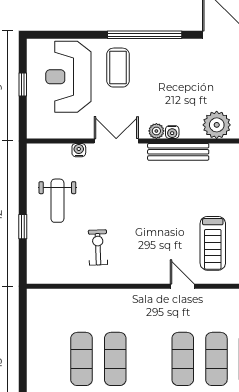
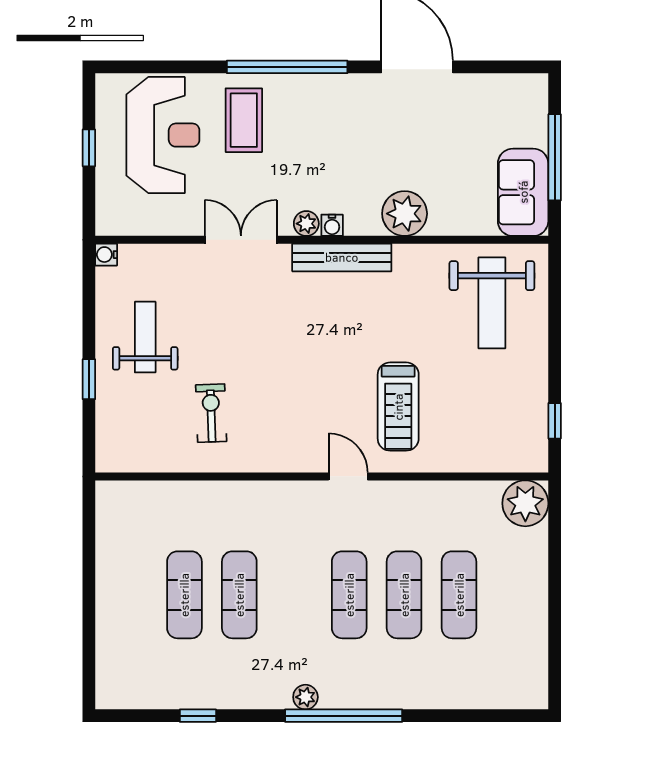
reception desk: (68, 77) -> (163, 135), turned 180
water cooler: (79, 150) -> (106, 255), moved, turned -90
weight bench: (57, 201) -> (145, 337), turned 180

